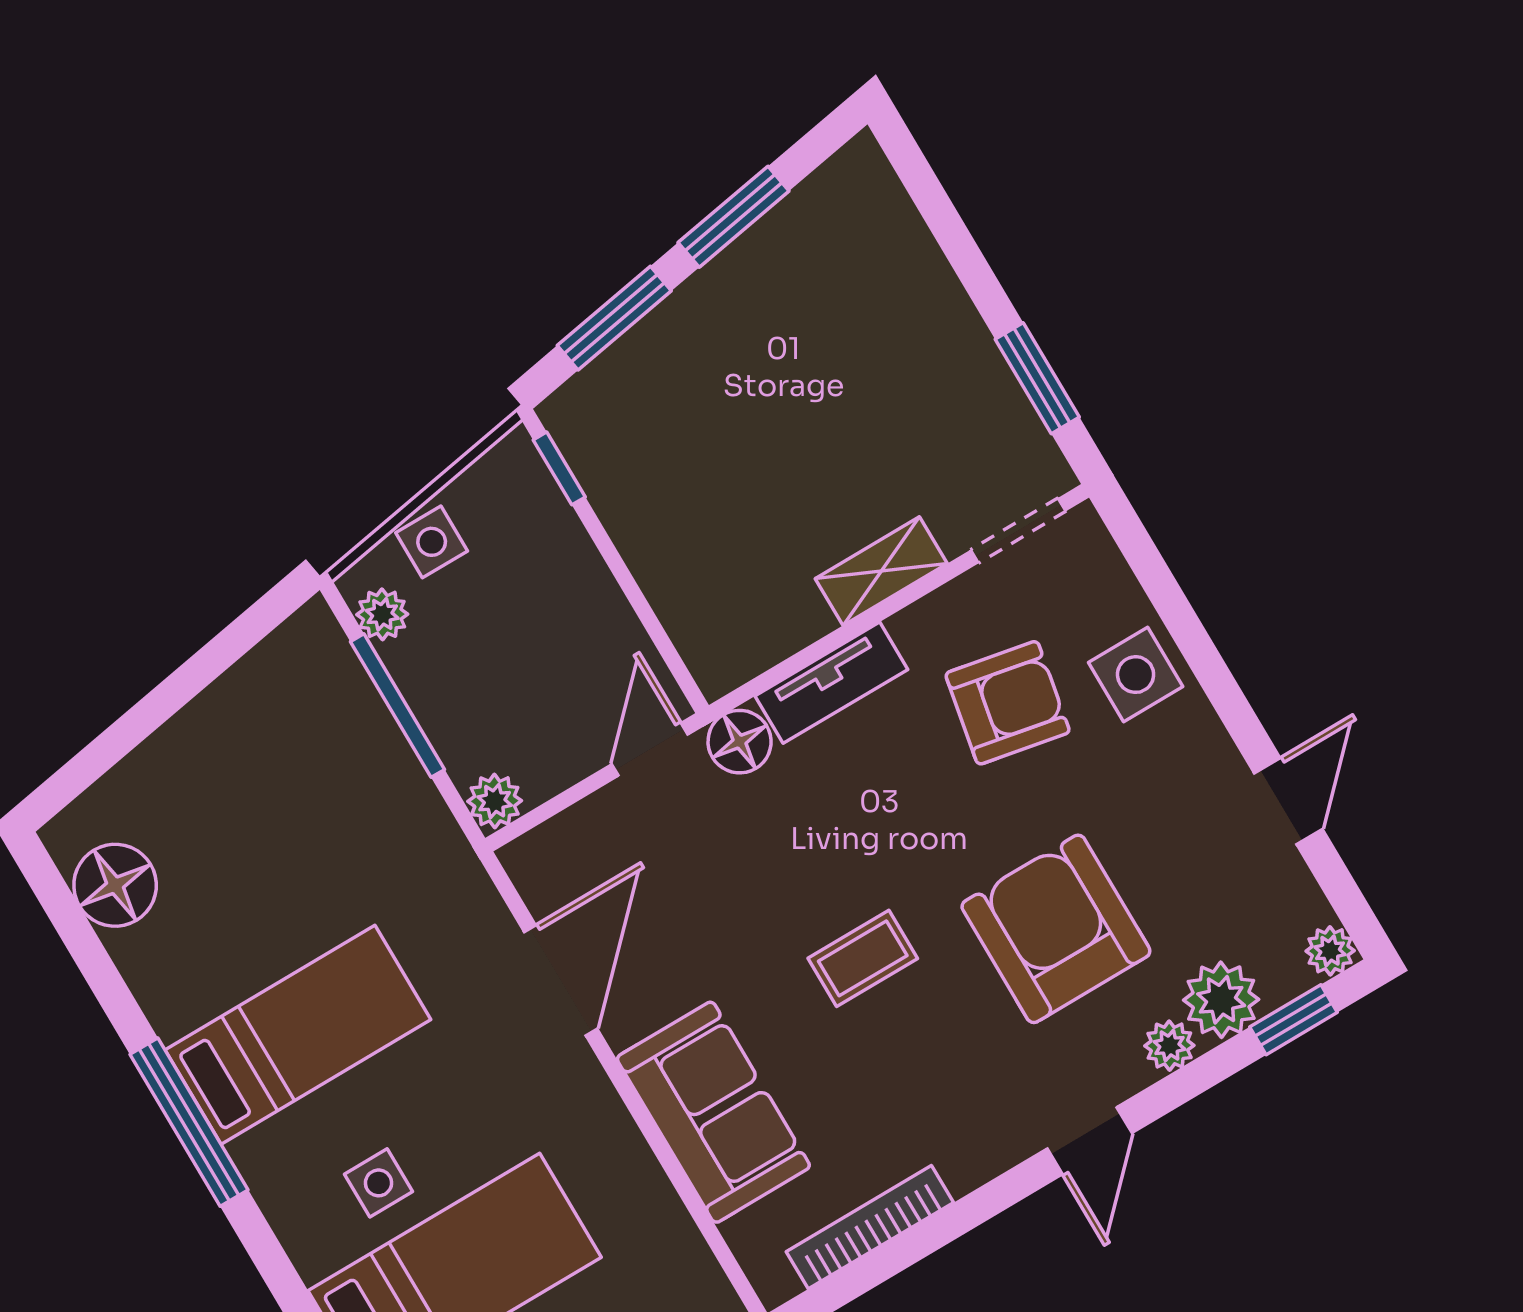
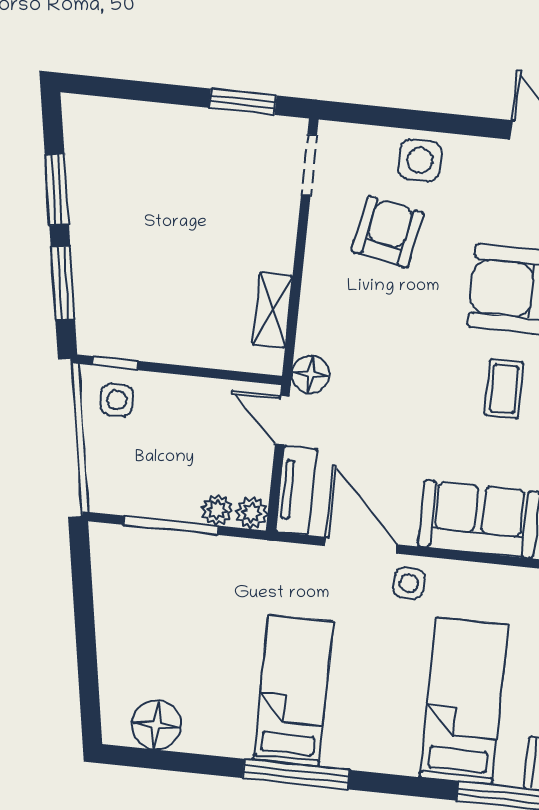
side table: (432, 542) -> (117, 400), moved
shelving: (881, 571) -> (273, 310), moved
plant: (382, 614) -> (217, 510), moved
tv unit: (831, 683) -> (296, 490), moved
coffee table: (863, 958) -> (504, 389), moved
side table: (378, 1183) -> (409, 583), moved

